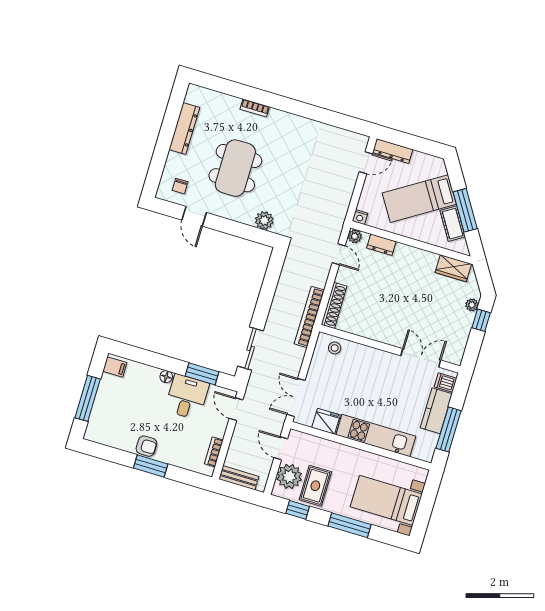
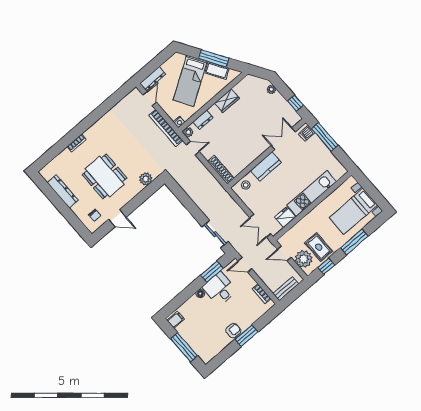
wardrobe: (453, 268) -> (227, 101), moved
bookcase: (309, 317) -> (166, 128), moved
window: (481, 320) -> (295, 103), moved
kitchen counter: (436, 411) -> (266, 167), moved, turned -90
window: (449, 429) -> (325, 137), moved

